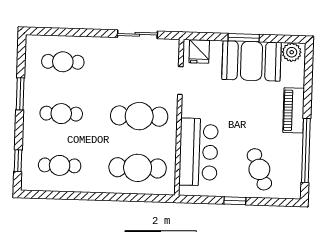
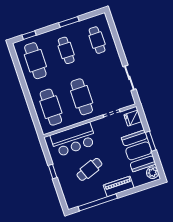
cafe table: (60, 165) -> (35, 61), width x1.37, depth x1.35
cafe table: (259, 169) -> (89, 169), moved

